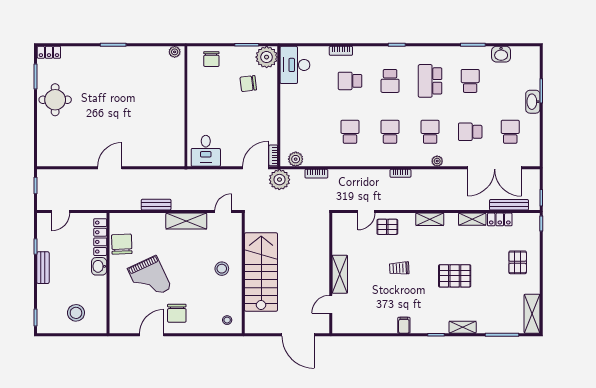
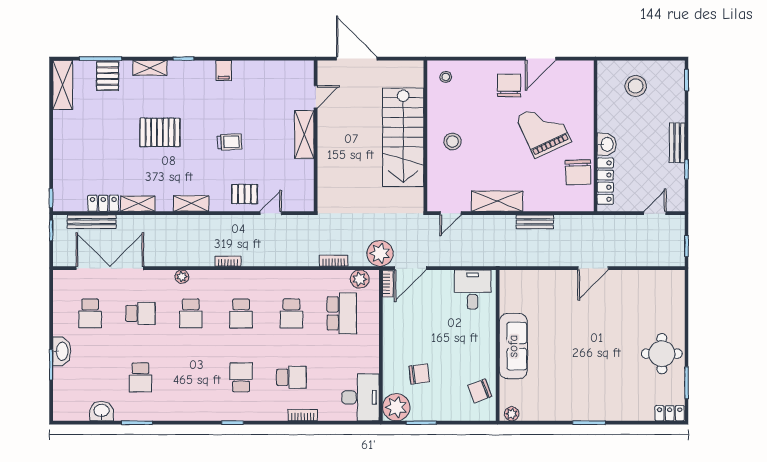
chair: (211, 59) -> (480, 391), moved, turned -111
school desk: (430, 81) -> (342, 313), moved
sofa: (173, 106) -> (513, 346), added
pallet: (518, 262) -> (108, 76), moved

